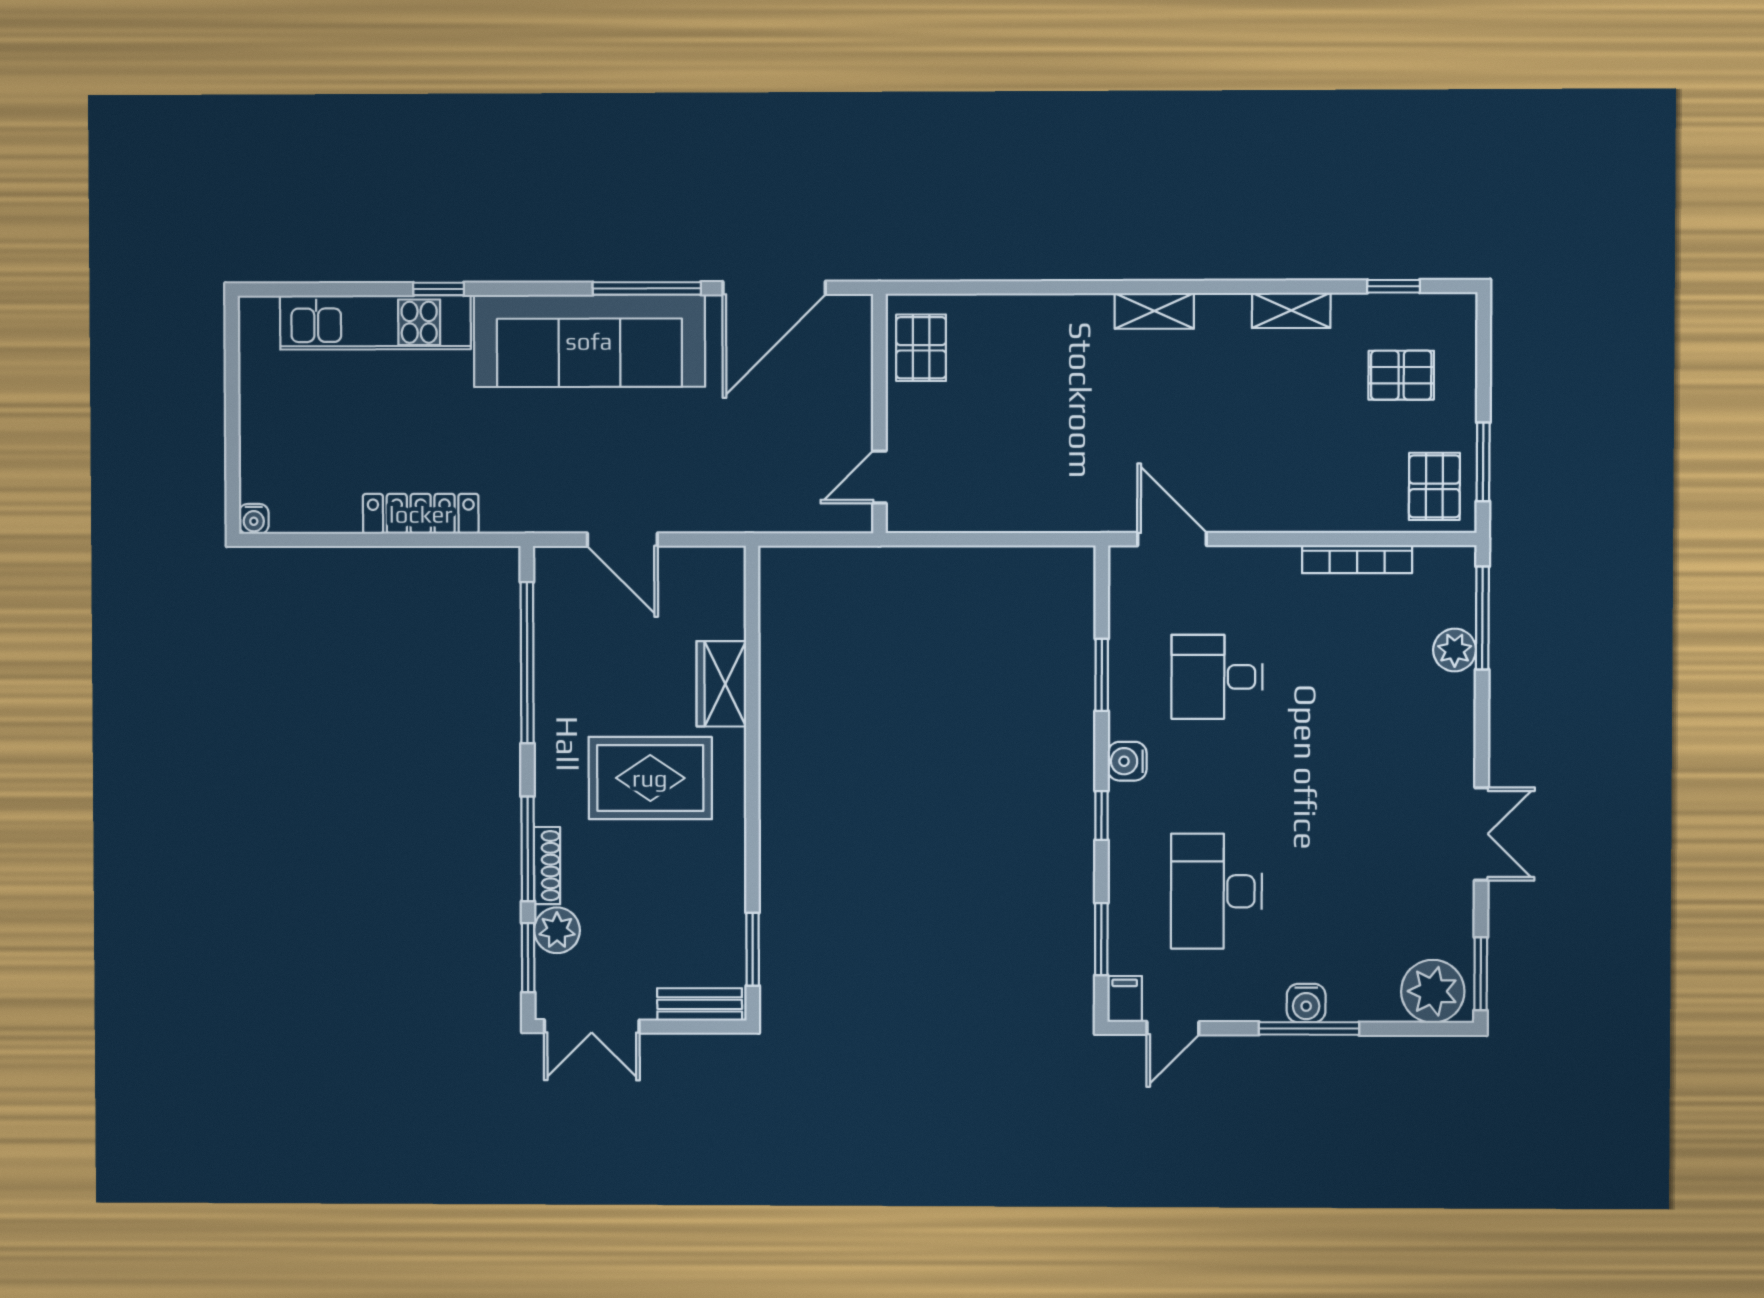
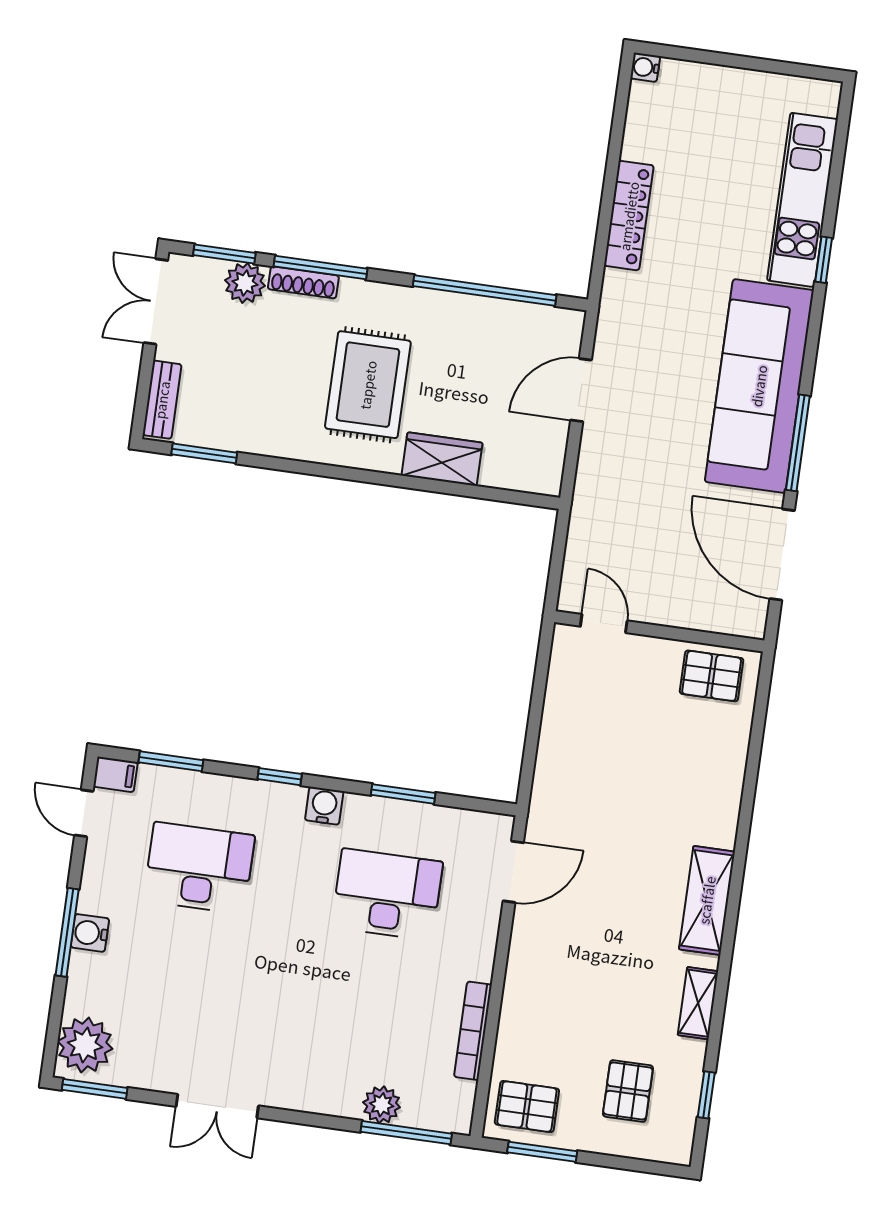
shelving: (1154, 311) -> (707, 900), width x1.50, depth x1.33
desk: (1217, 677) -> (387, 894), width x1.37

